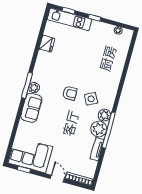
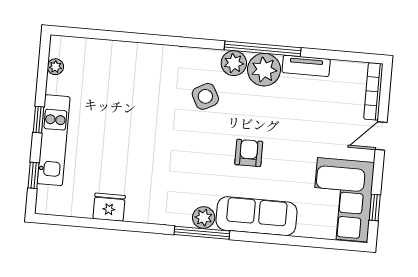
kitchen unit: (69, 19) -> (54, 140), moved
armchair: (70, 93) -> (249, 153), moved
sofa: (31, 108) -> (257, 216), width x1.36

